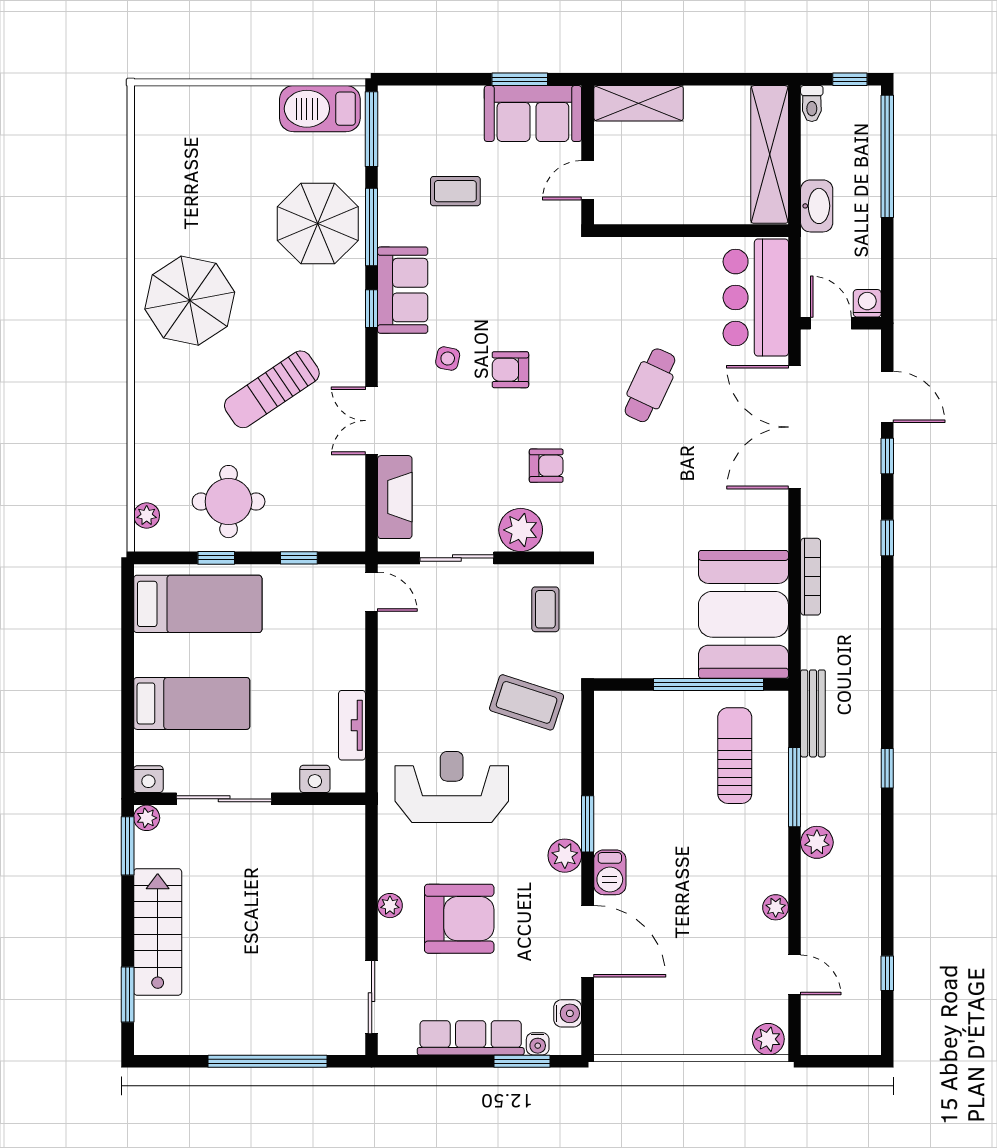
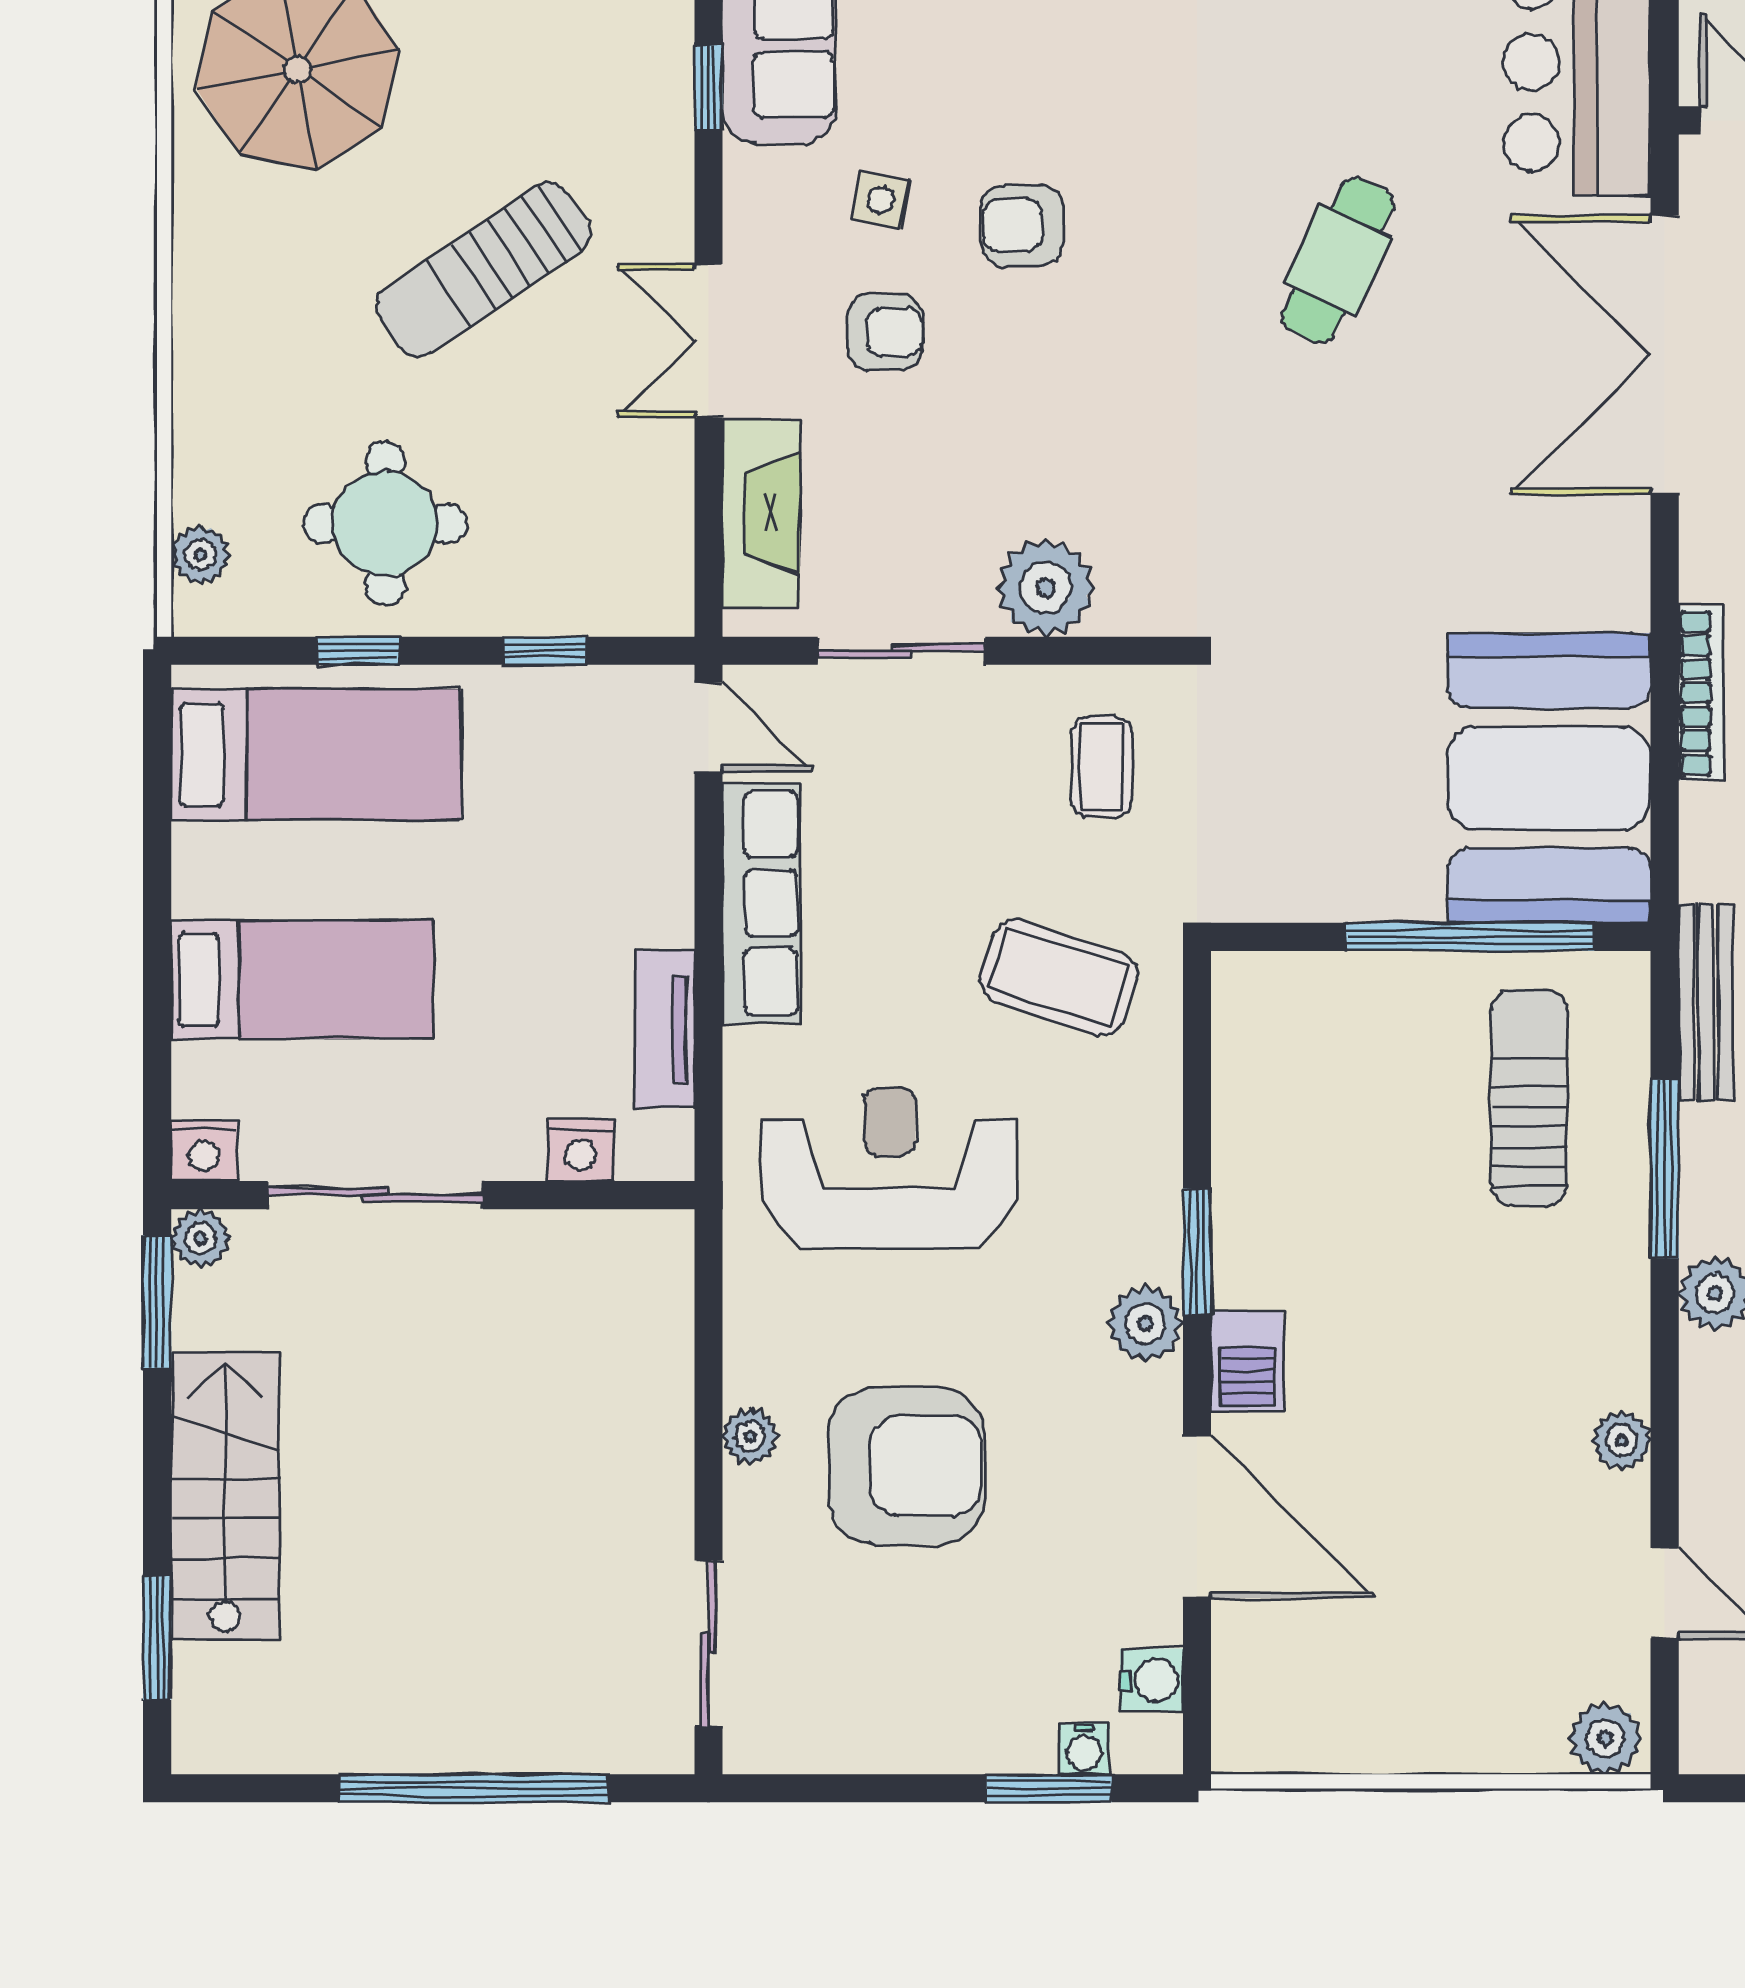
armchair: (546, 466) -> (885, 332), moved
row of seats: (471, 1038) -> (761, 903), moved, turned 90

